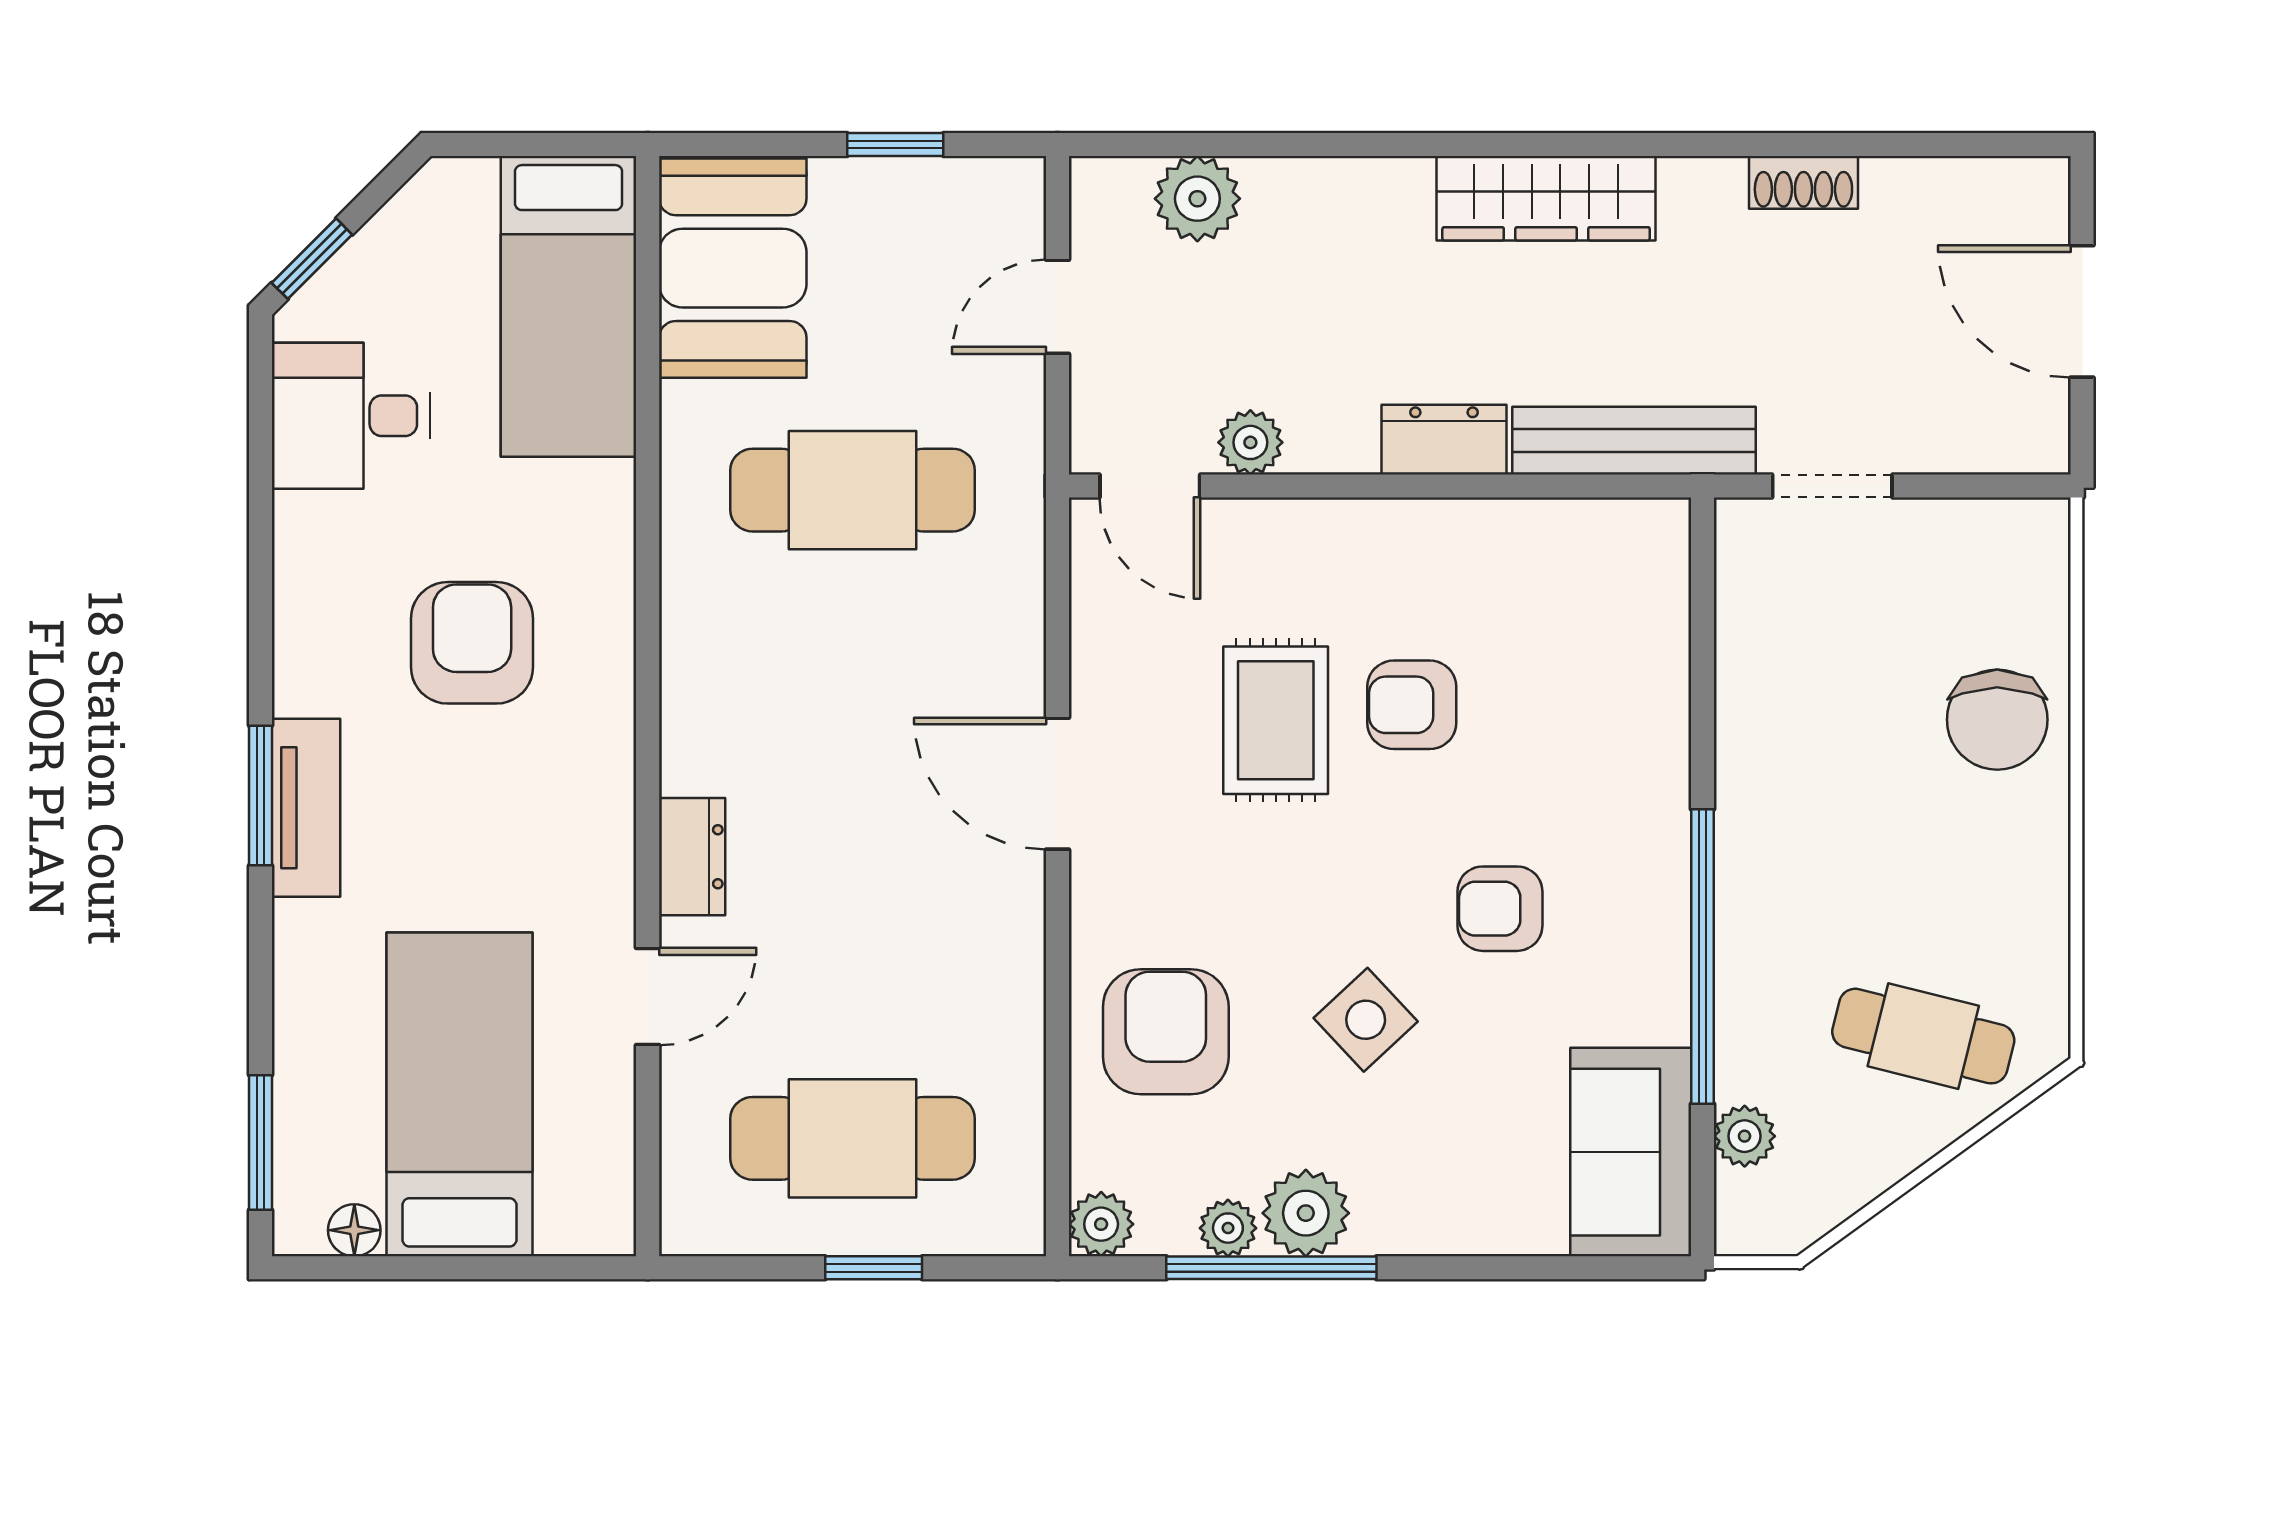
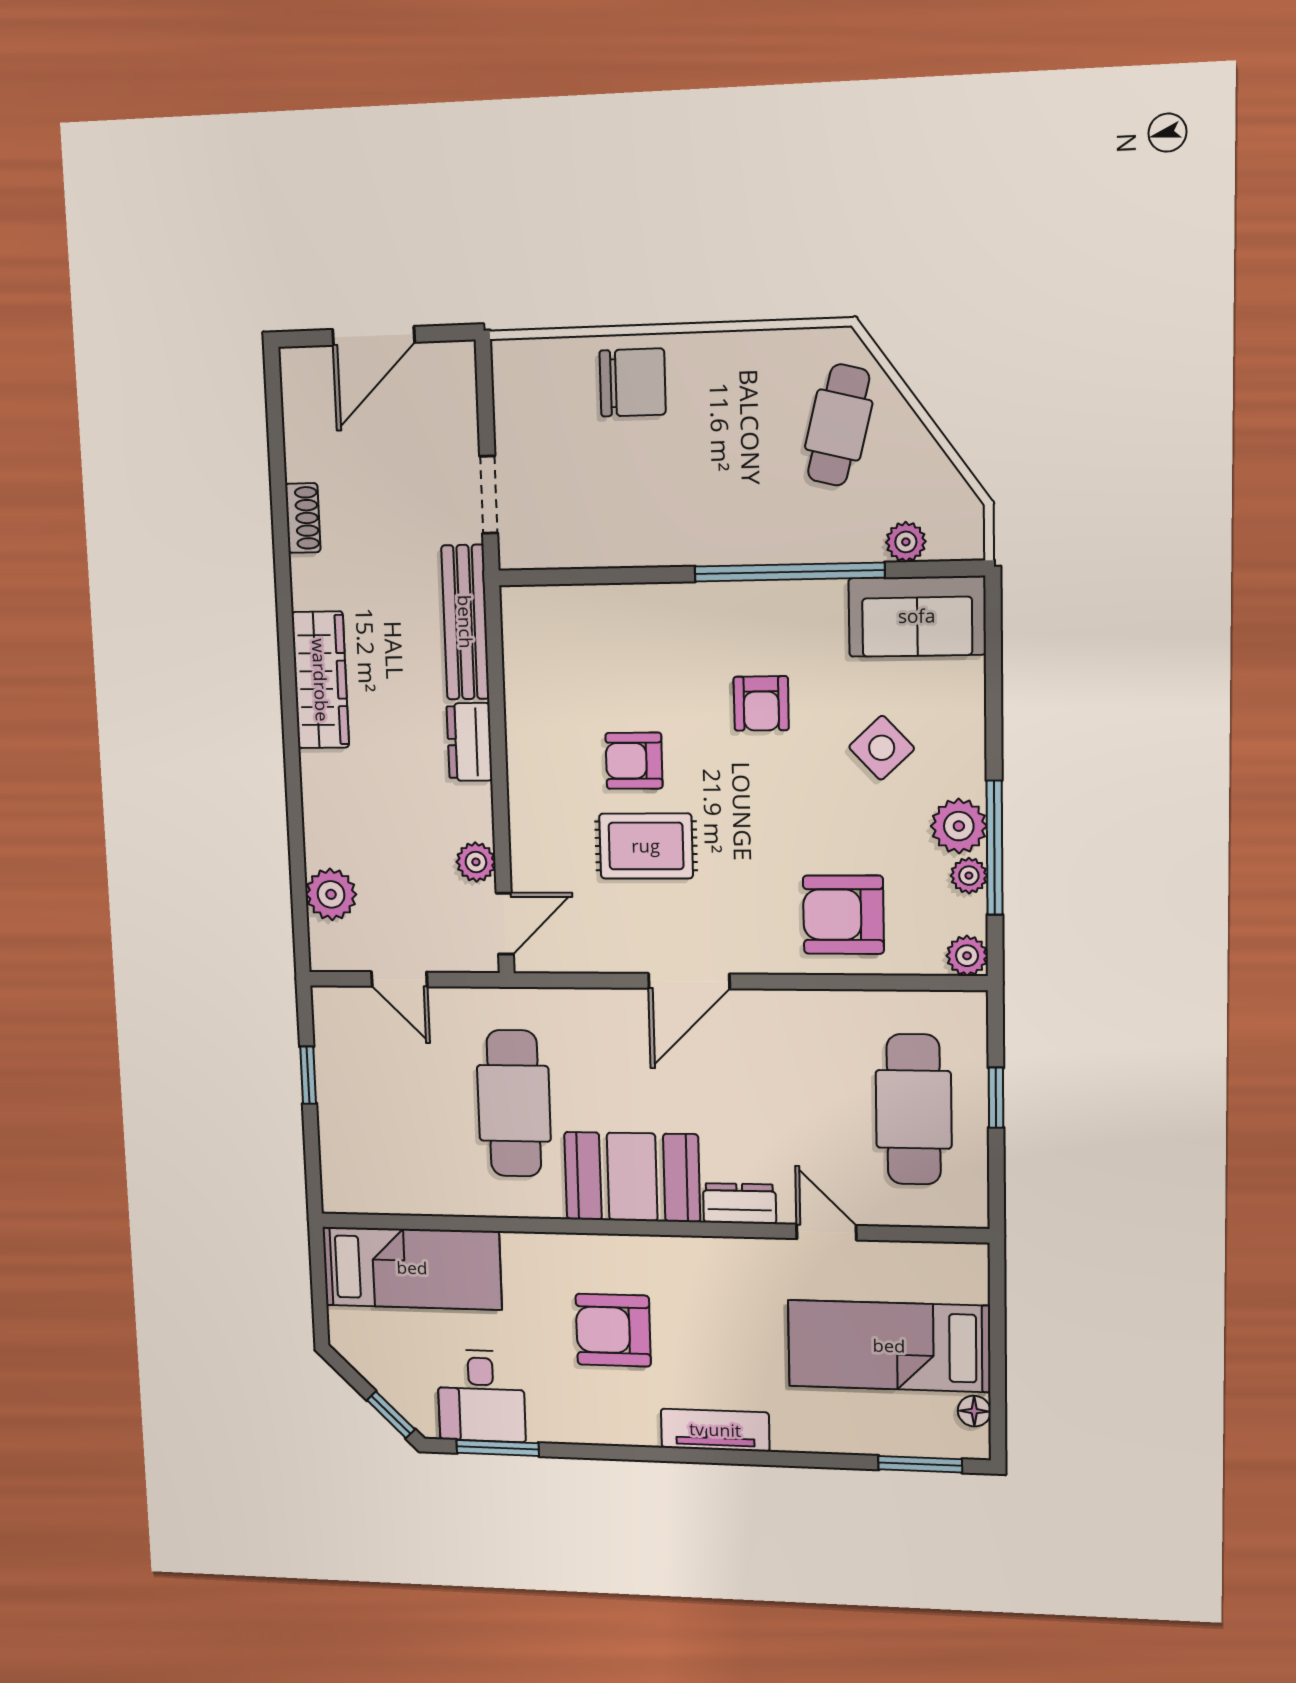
booth: (733, 268) -> (632, 1177), moved
armchair: (1412, 705) -> (634, 761), turned 90
window: (261, 796) -> (498, 1448), moved
side table: (1366, 1020) -> (882, 748), moved

